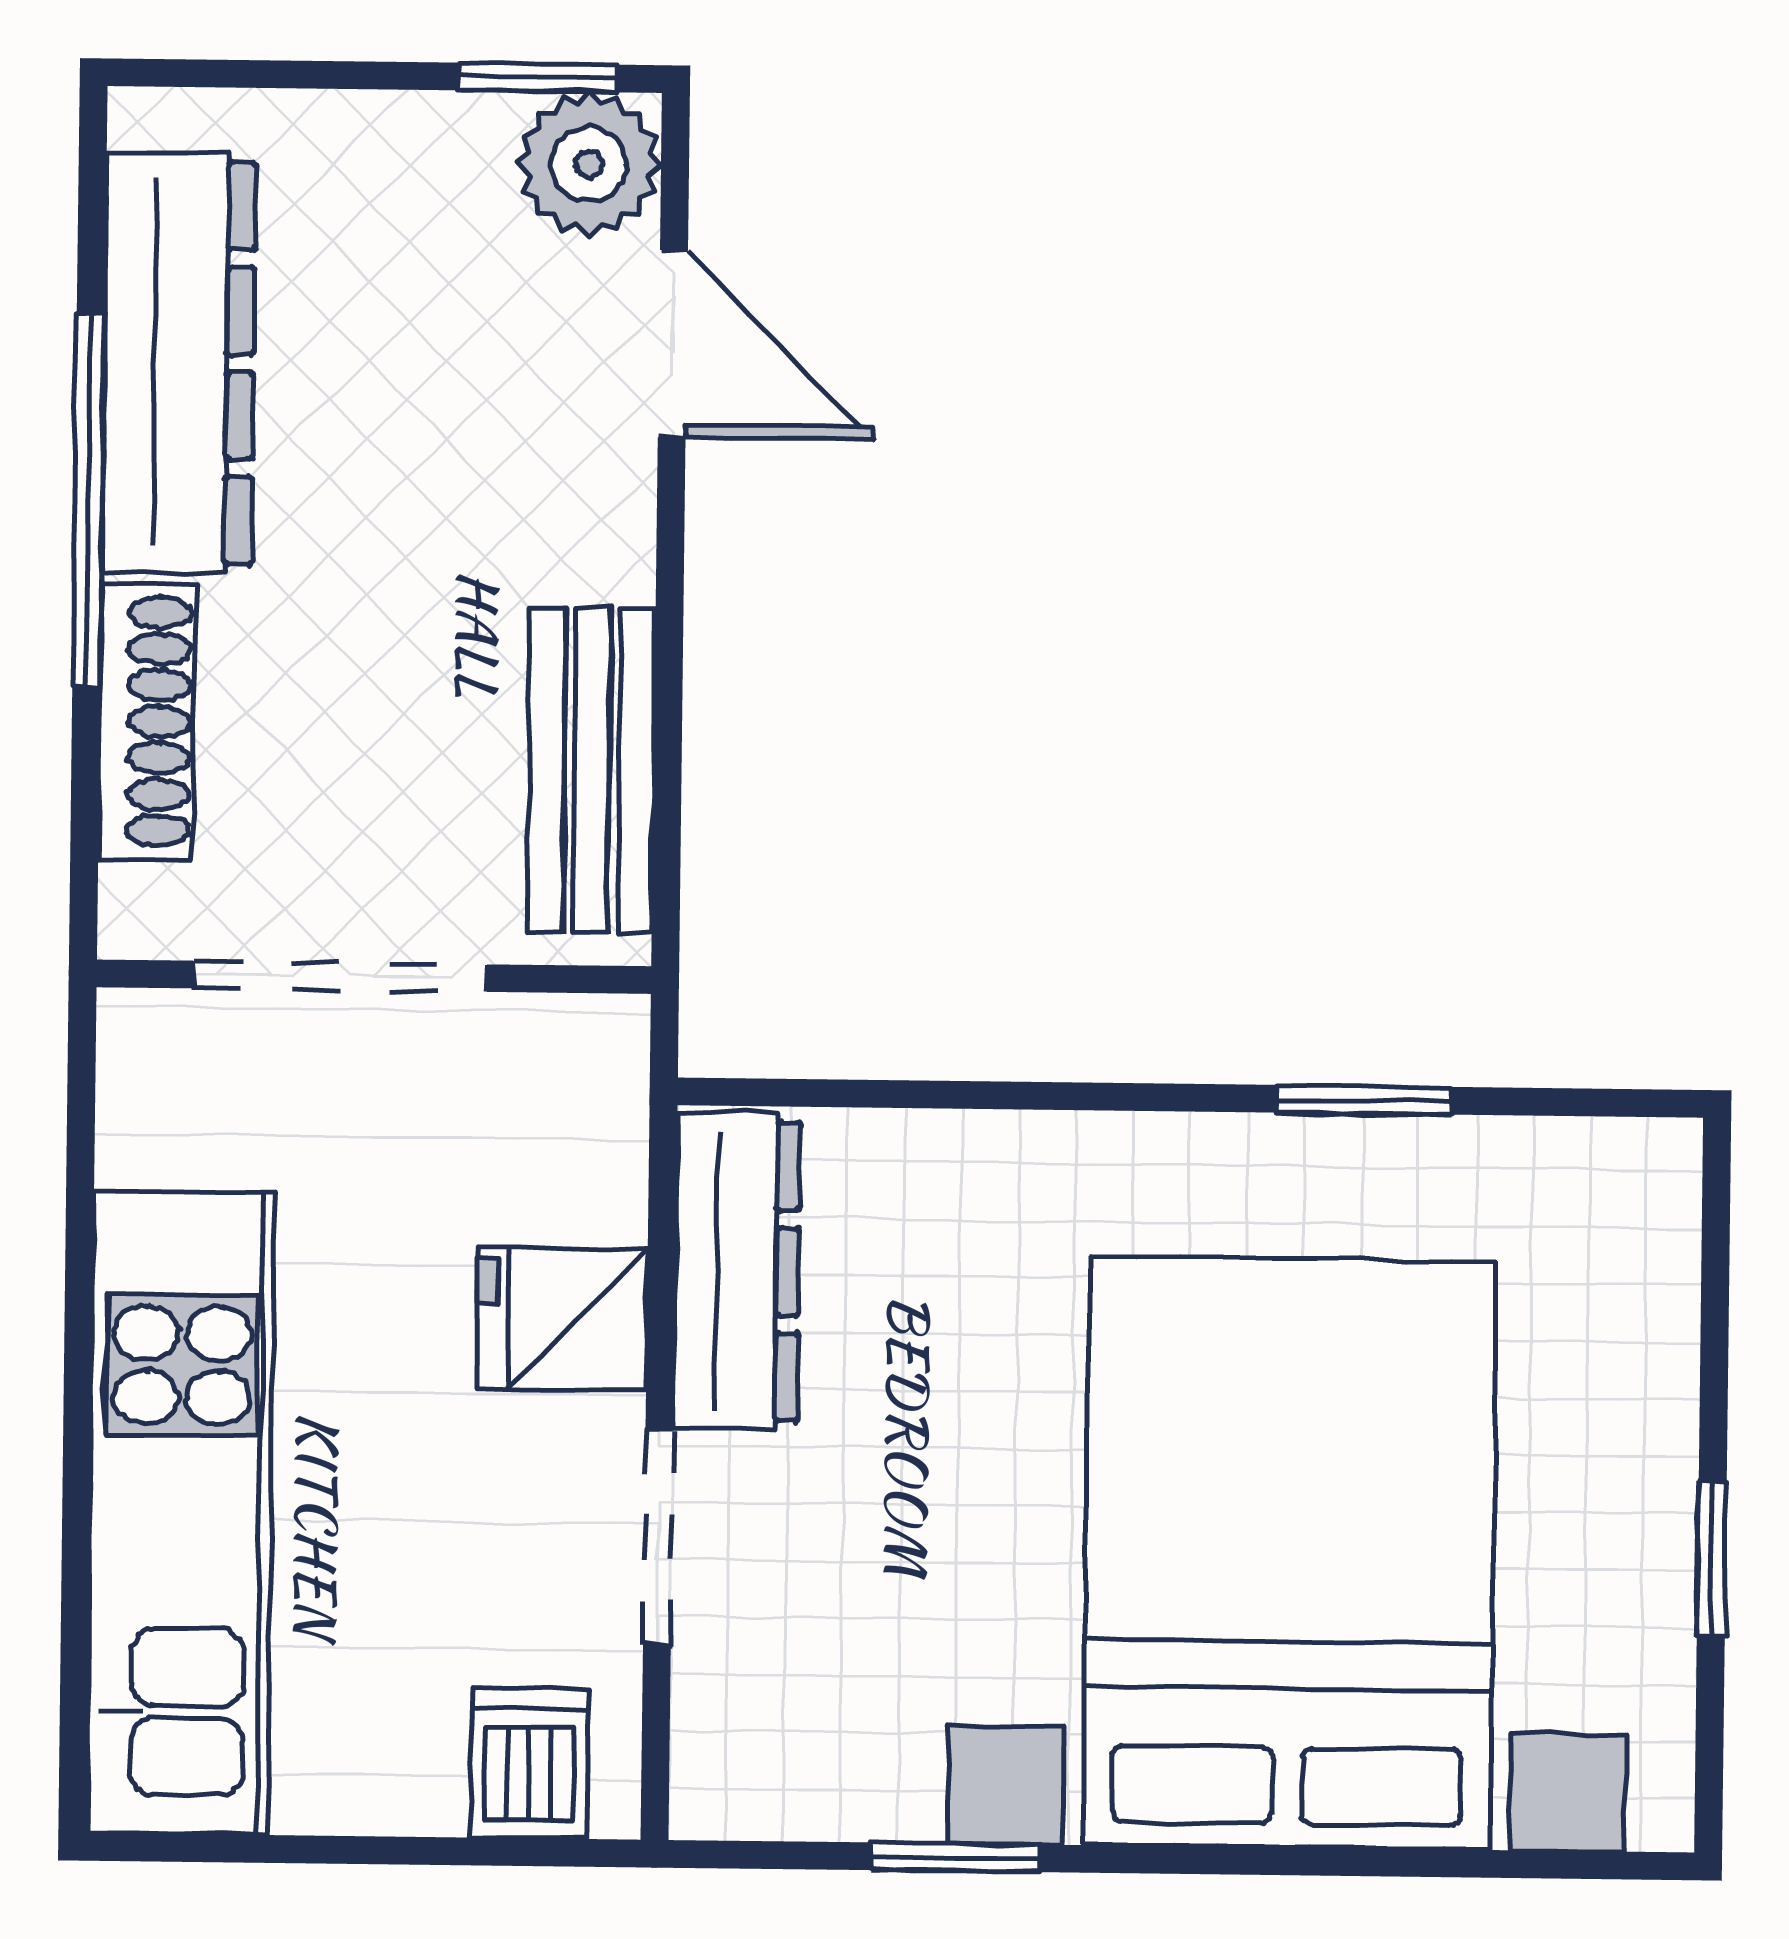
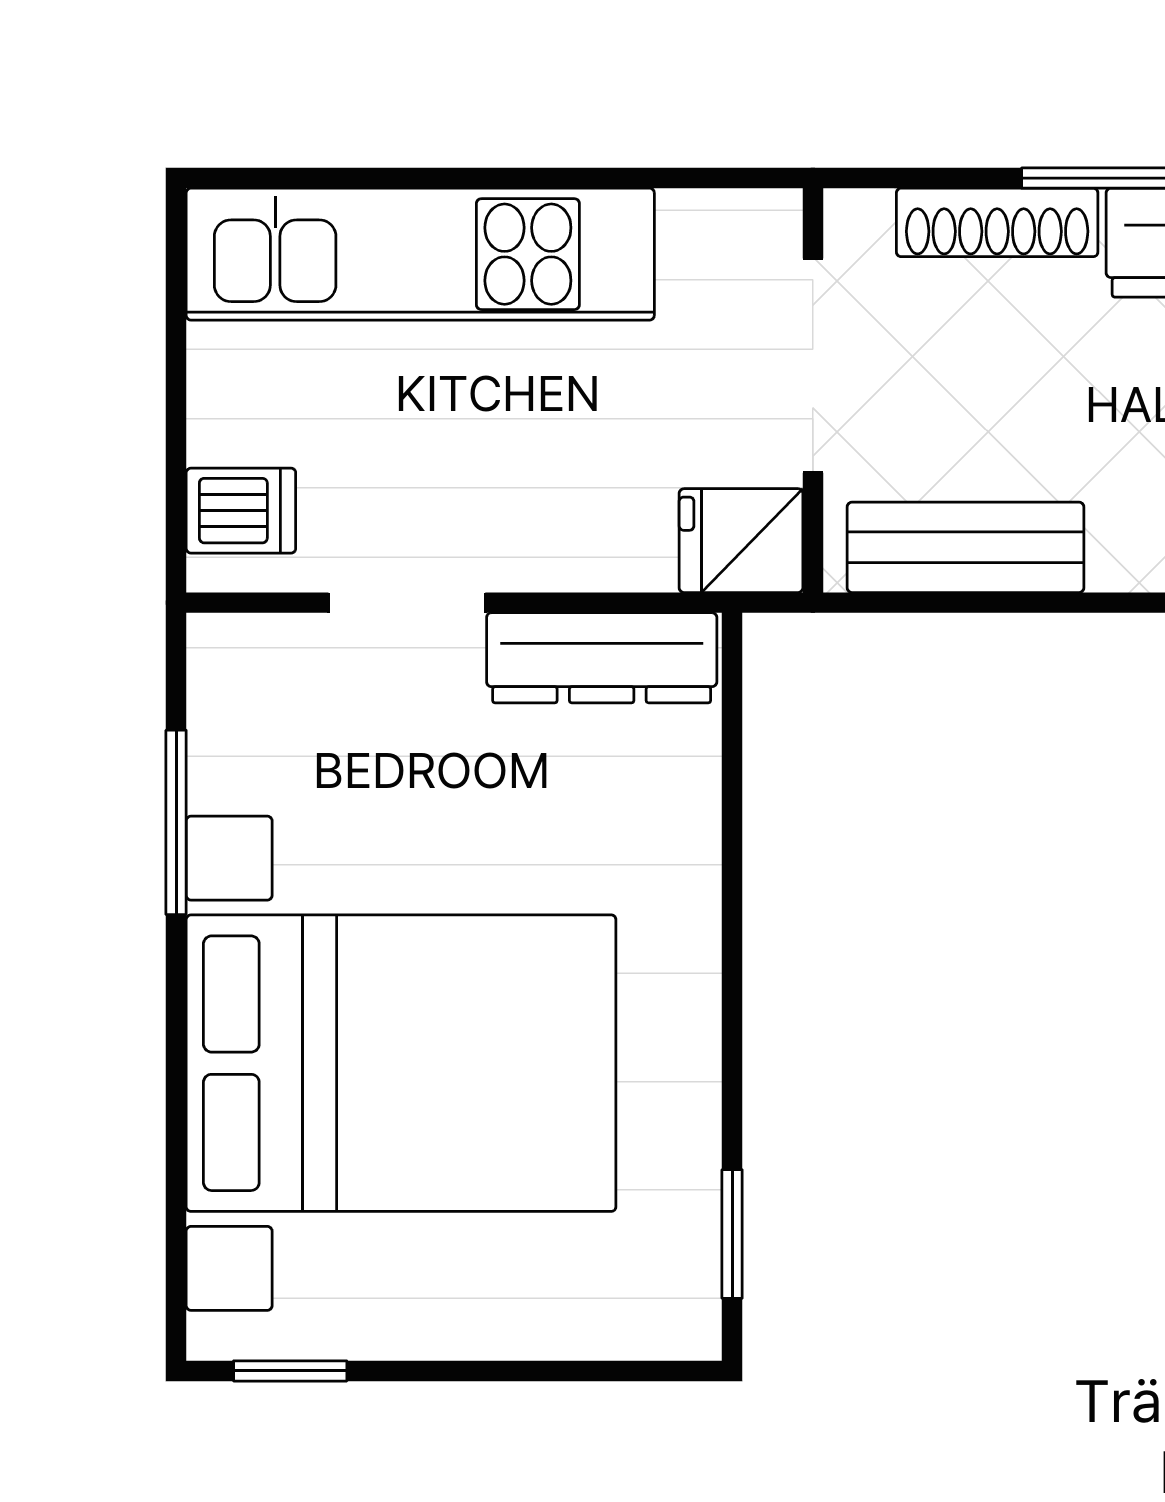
window: (1364, 1100) -> (732, 1234), moved
fridge: (562, 1319) -> (741, 541), moved, turned -90
window: (1712, 1558) -> (290, 1371), moved
window: (956, 1857) -> (176, 822), width x1.50

